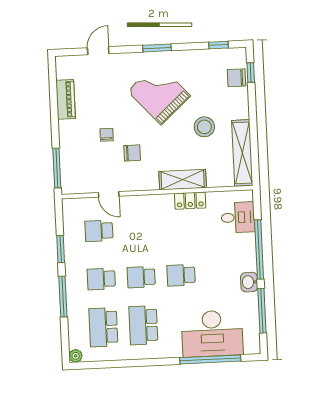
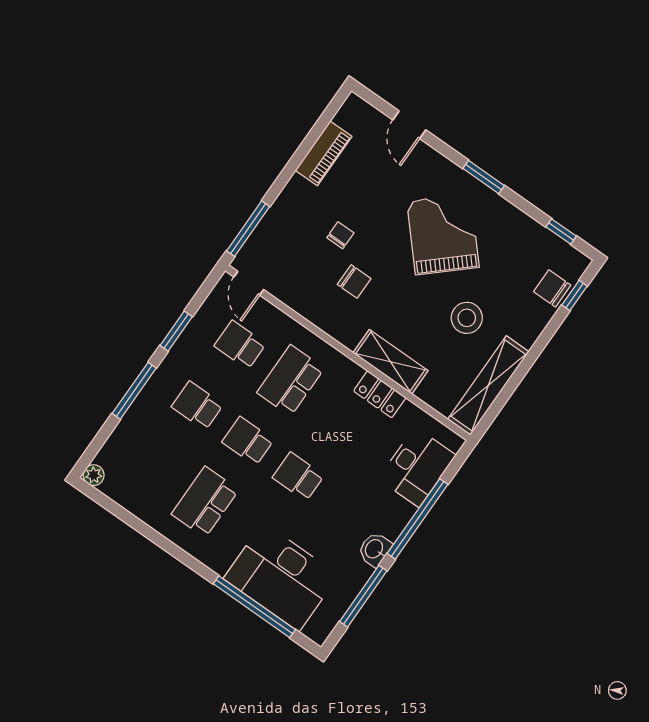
door: (98, 51) -> (409, 125), swing flipped
door: (109, 194) -> (249, 283), moved
desk: (238, 217) -> (417, 467), width x1.37
school desk: (103, 327) -> (291, 380), moved

